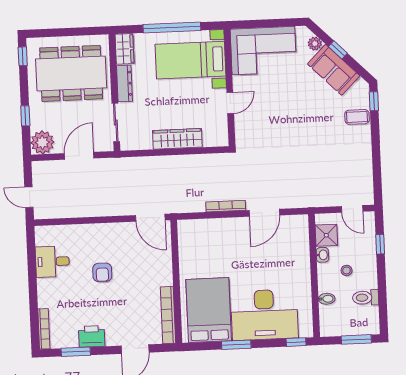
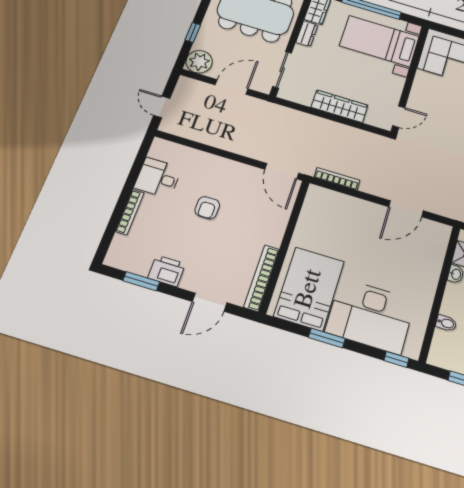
dresser: (124, 83) -> (307, 34), width x0.70
door: (230, 103) -> (399, 117), moved
bookcase: (226, 206) -> (337, 179), moved
bookcase: (44, 329) -> (130, 212), moved

